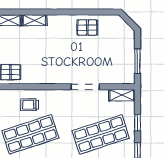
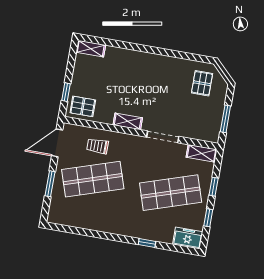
shelving: (34, 20) -> (128, 121), moved
pallet: (87, 28) -> (202, 83), moved, turned 90

